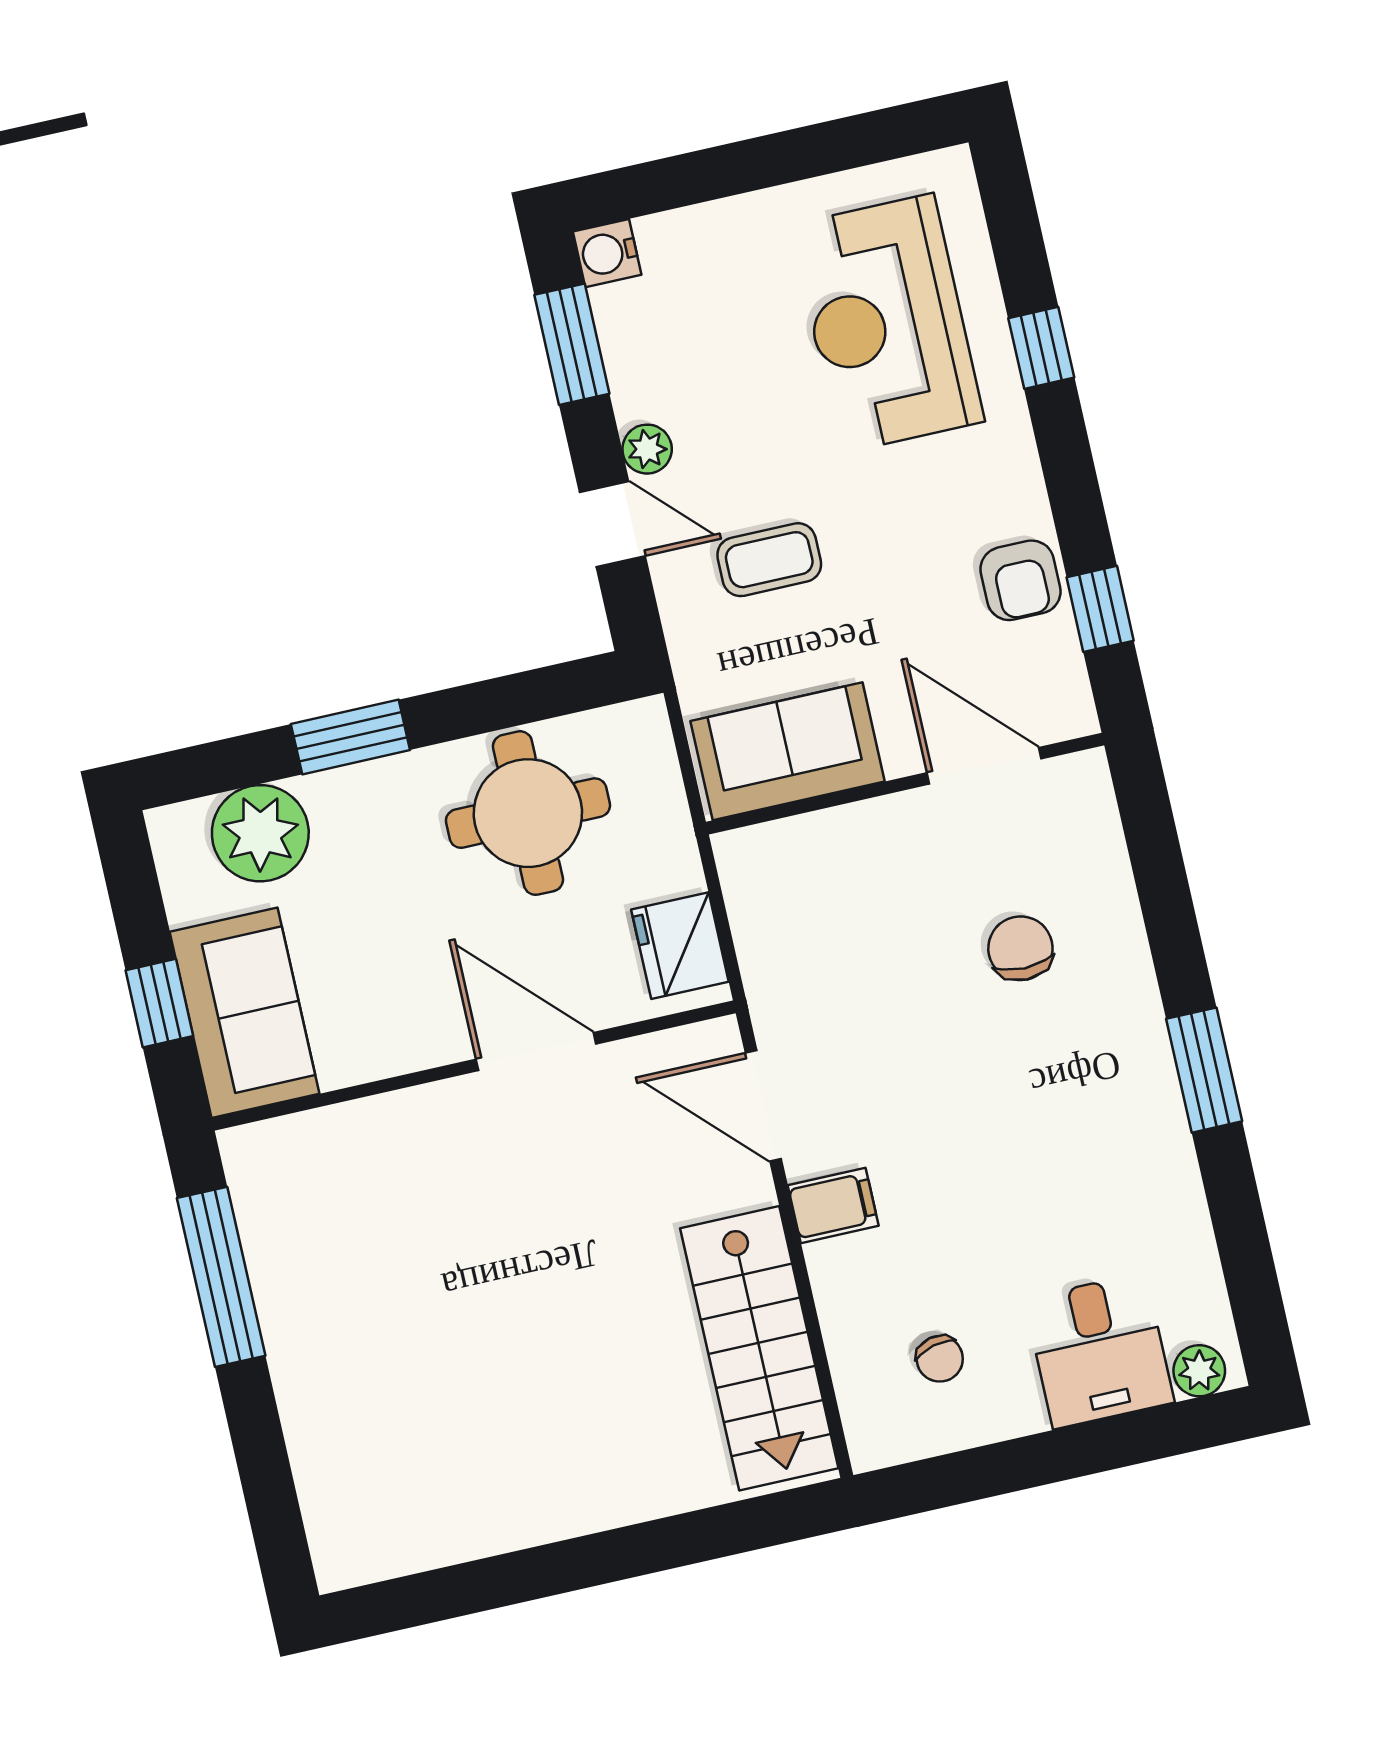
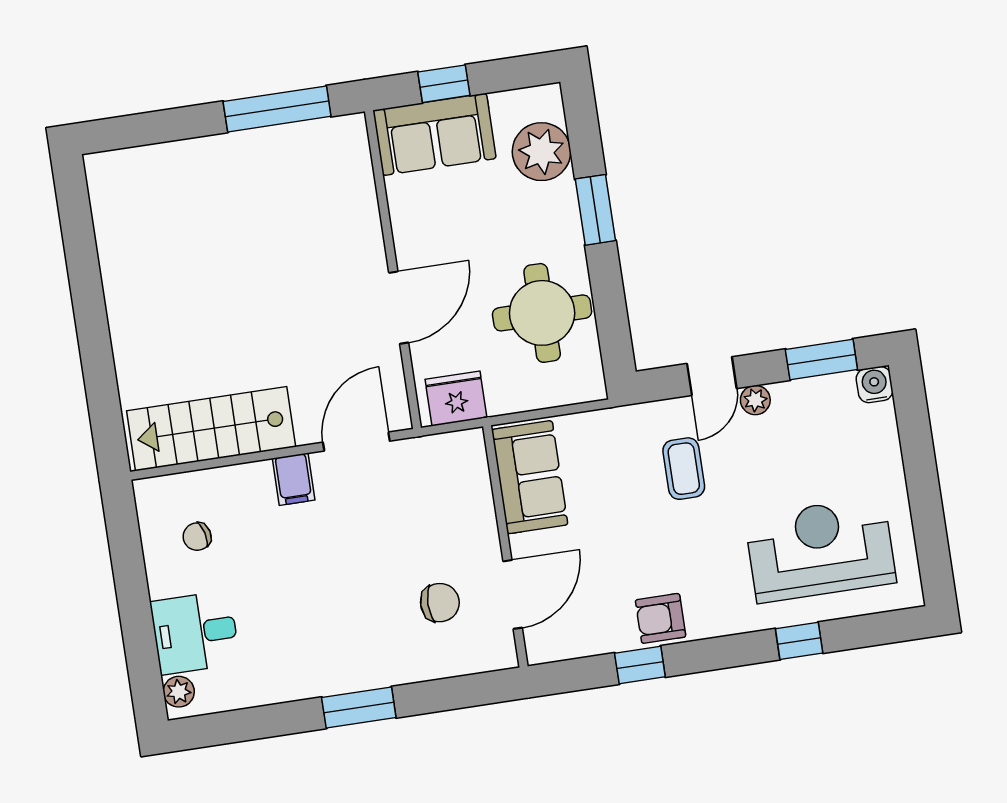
sofa: (788, 751) -> (530, 477), moved
door: (984, 766) -> (513, 594), moved
wall: (905, 784) -> (505, 546), moved

